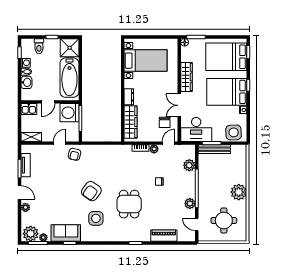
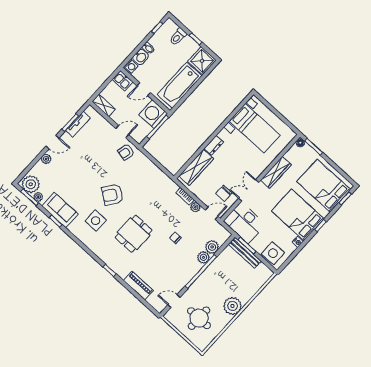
washing machine: (26, 63) -> (131, 66), moved
door: (20, 192) -> (52, 142), hinge flipped
plant: (190, 203) -> (203, 257), moved
door: (197, 224) -> (174, 301), hinge flipped

